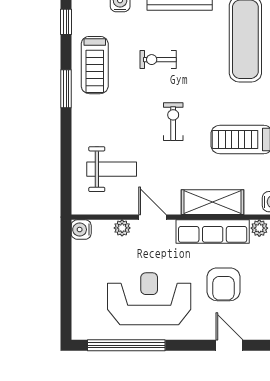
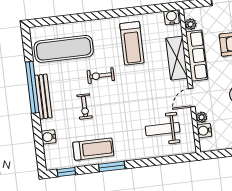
exercise bike: (173, 122) -> (101, 76), moved
weight bench: (112, 169) -> (163, 129), turned -90
water cooler: (81, 230) -> (204, 131), moved, turned 90

